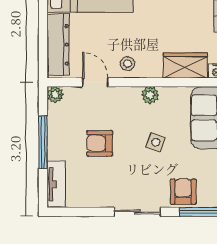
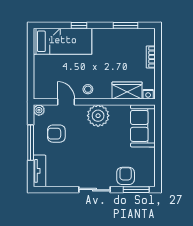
dresser: (58, 45) -> (41, 76), removed
plant: (150, 95) -> (98, 116), width x1.88, depth x1.88
side table: (156, 142) -> (107, 143), removed
armchair: (100, 143) -> (56, 134), moved

